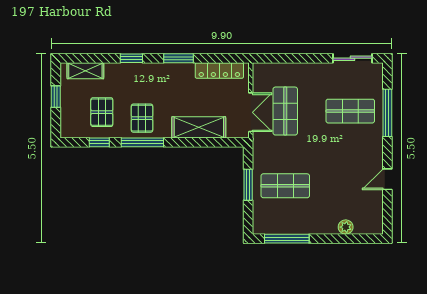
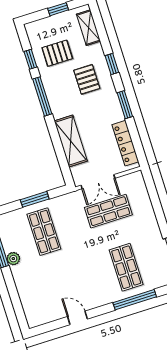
pallet: (142, 118) -> (87, 79), moved, turned 90
plant: (346, 227) -> (13, 259), moved

